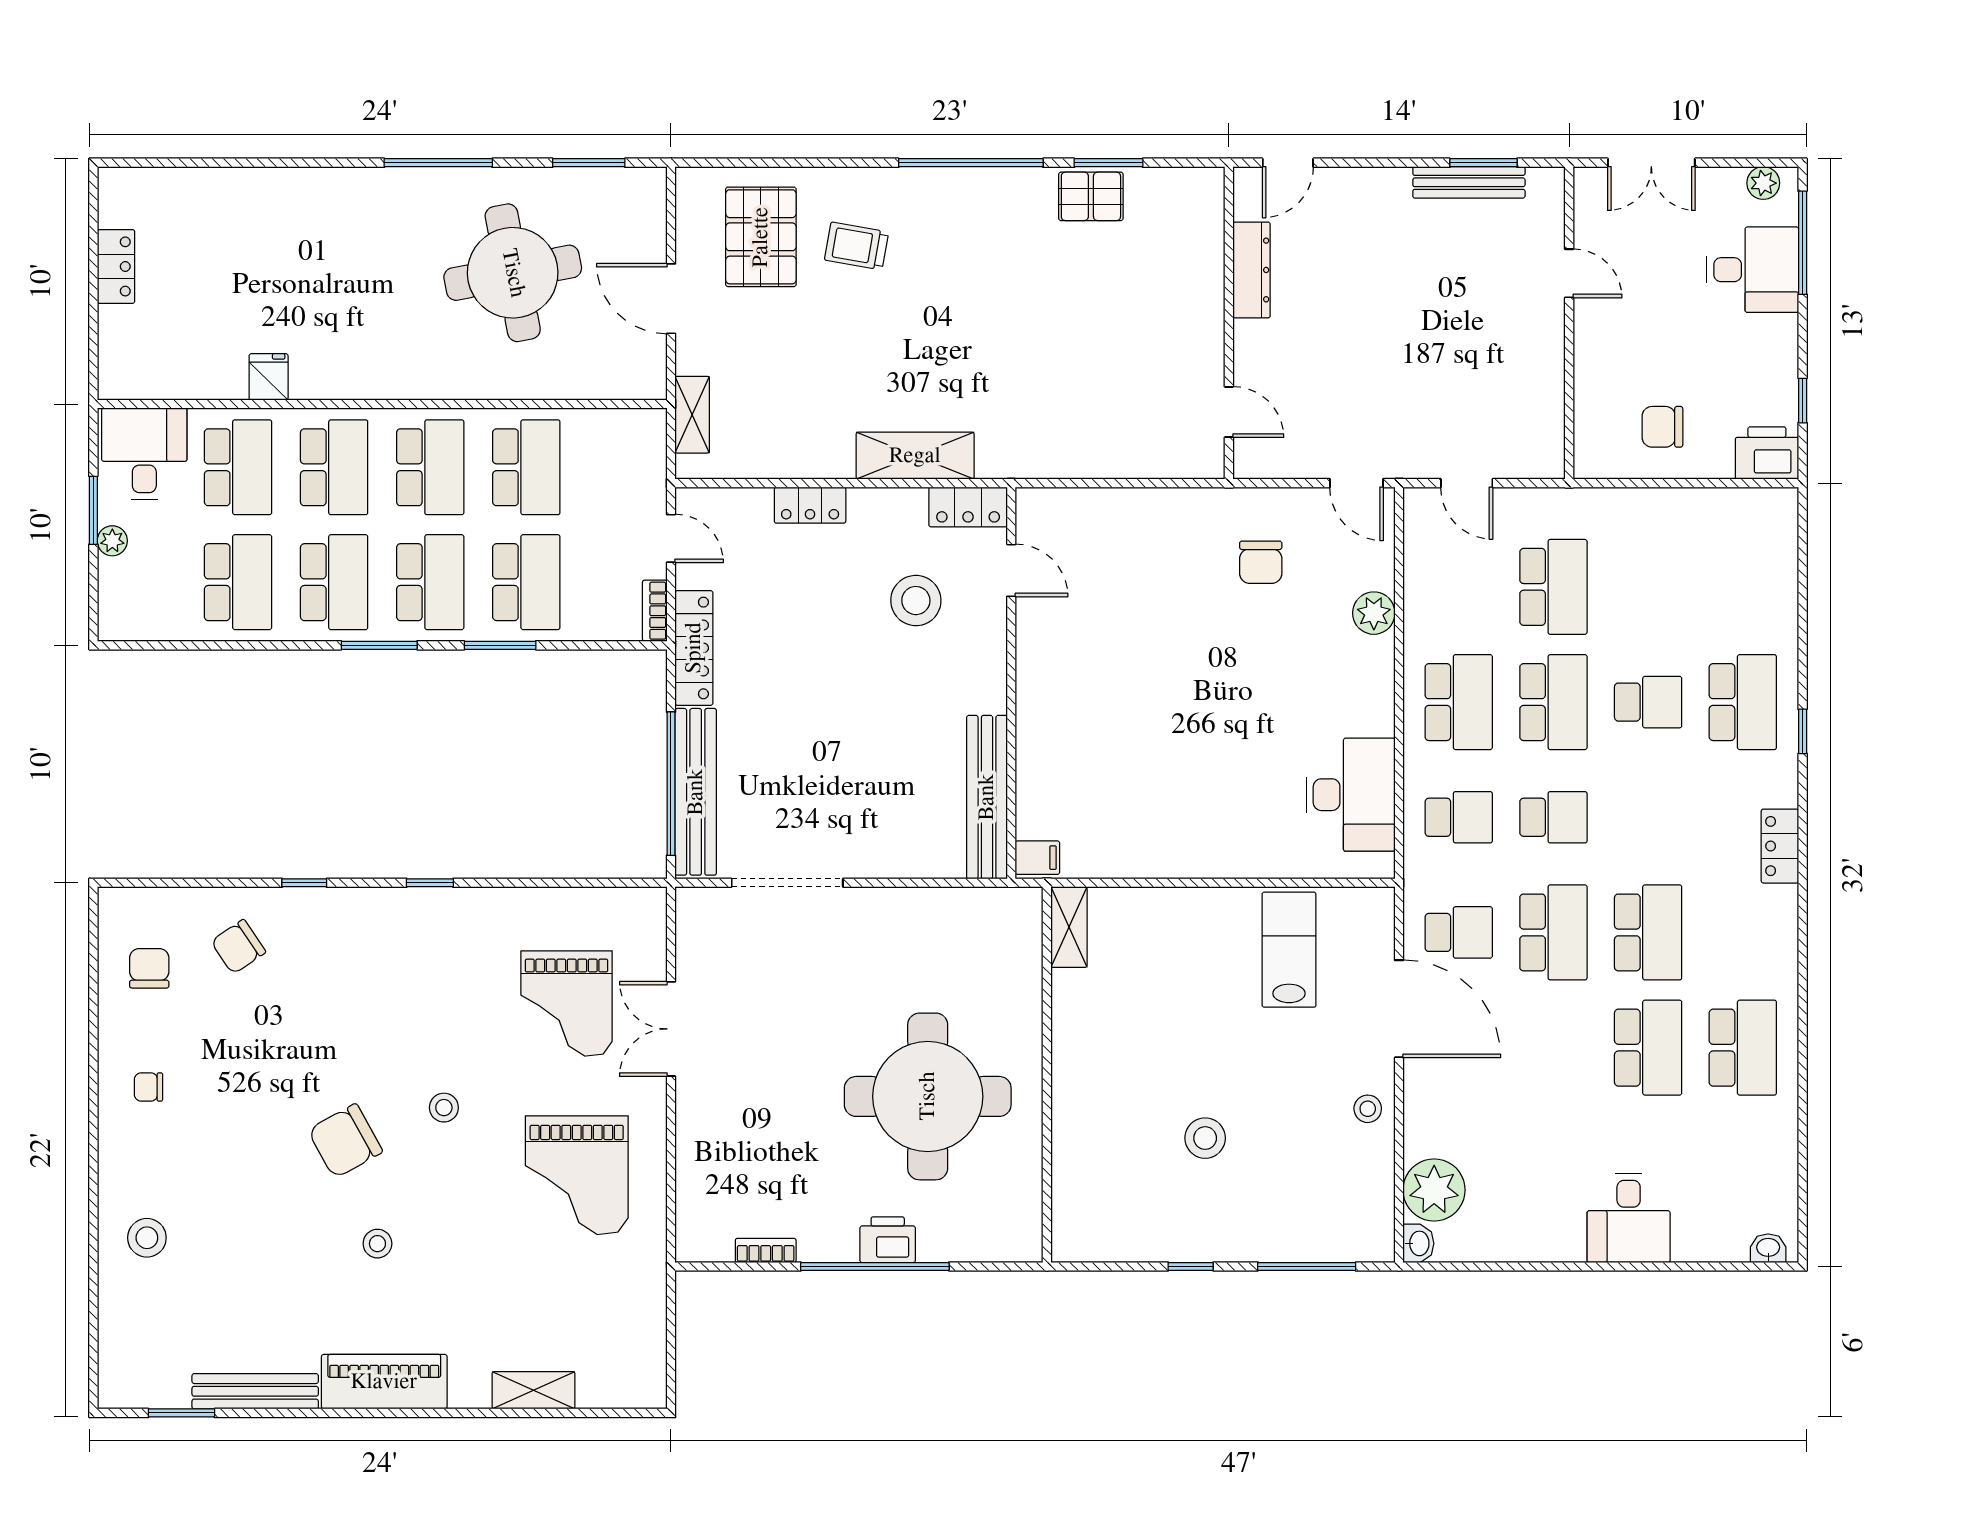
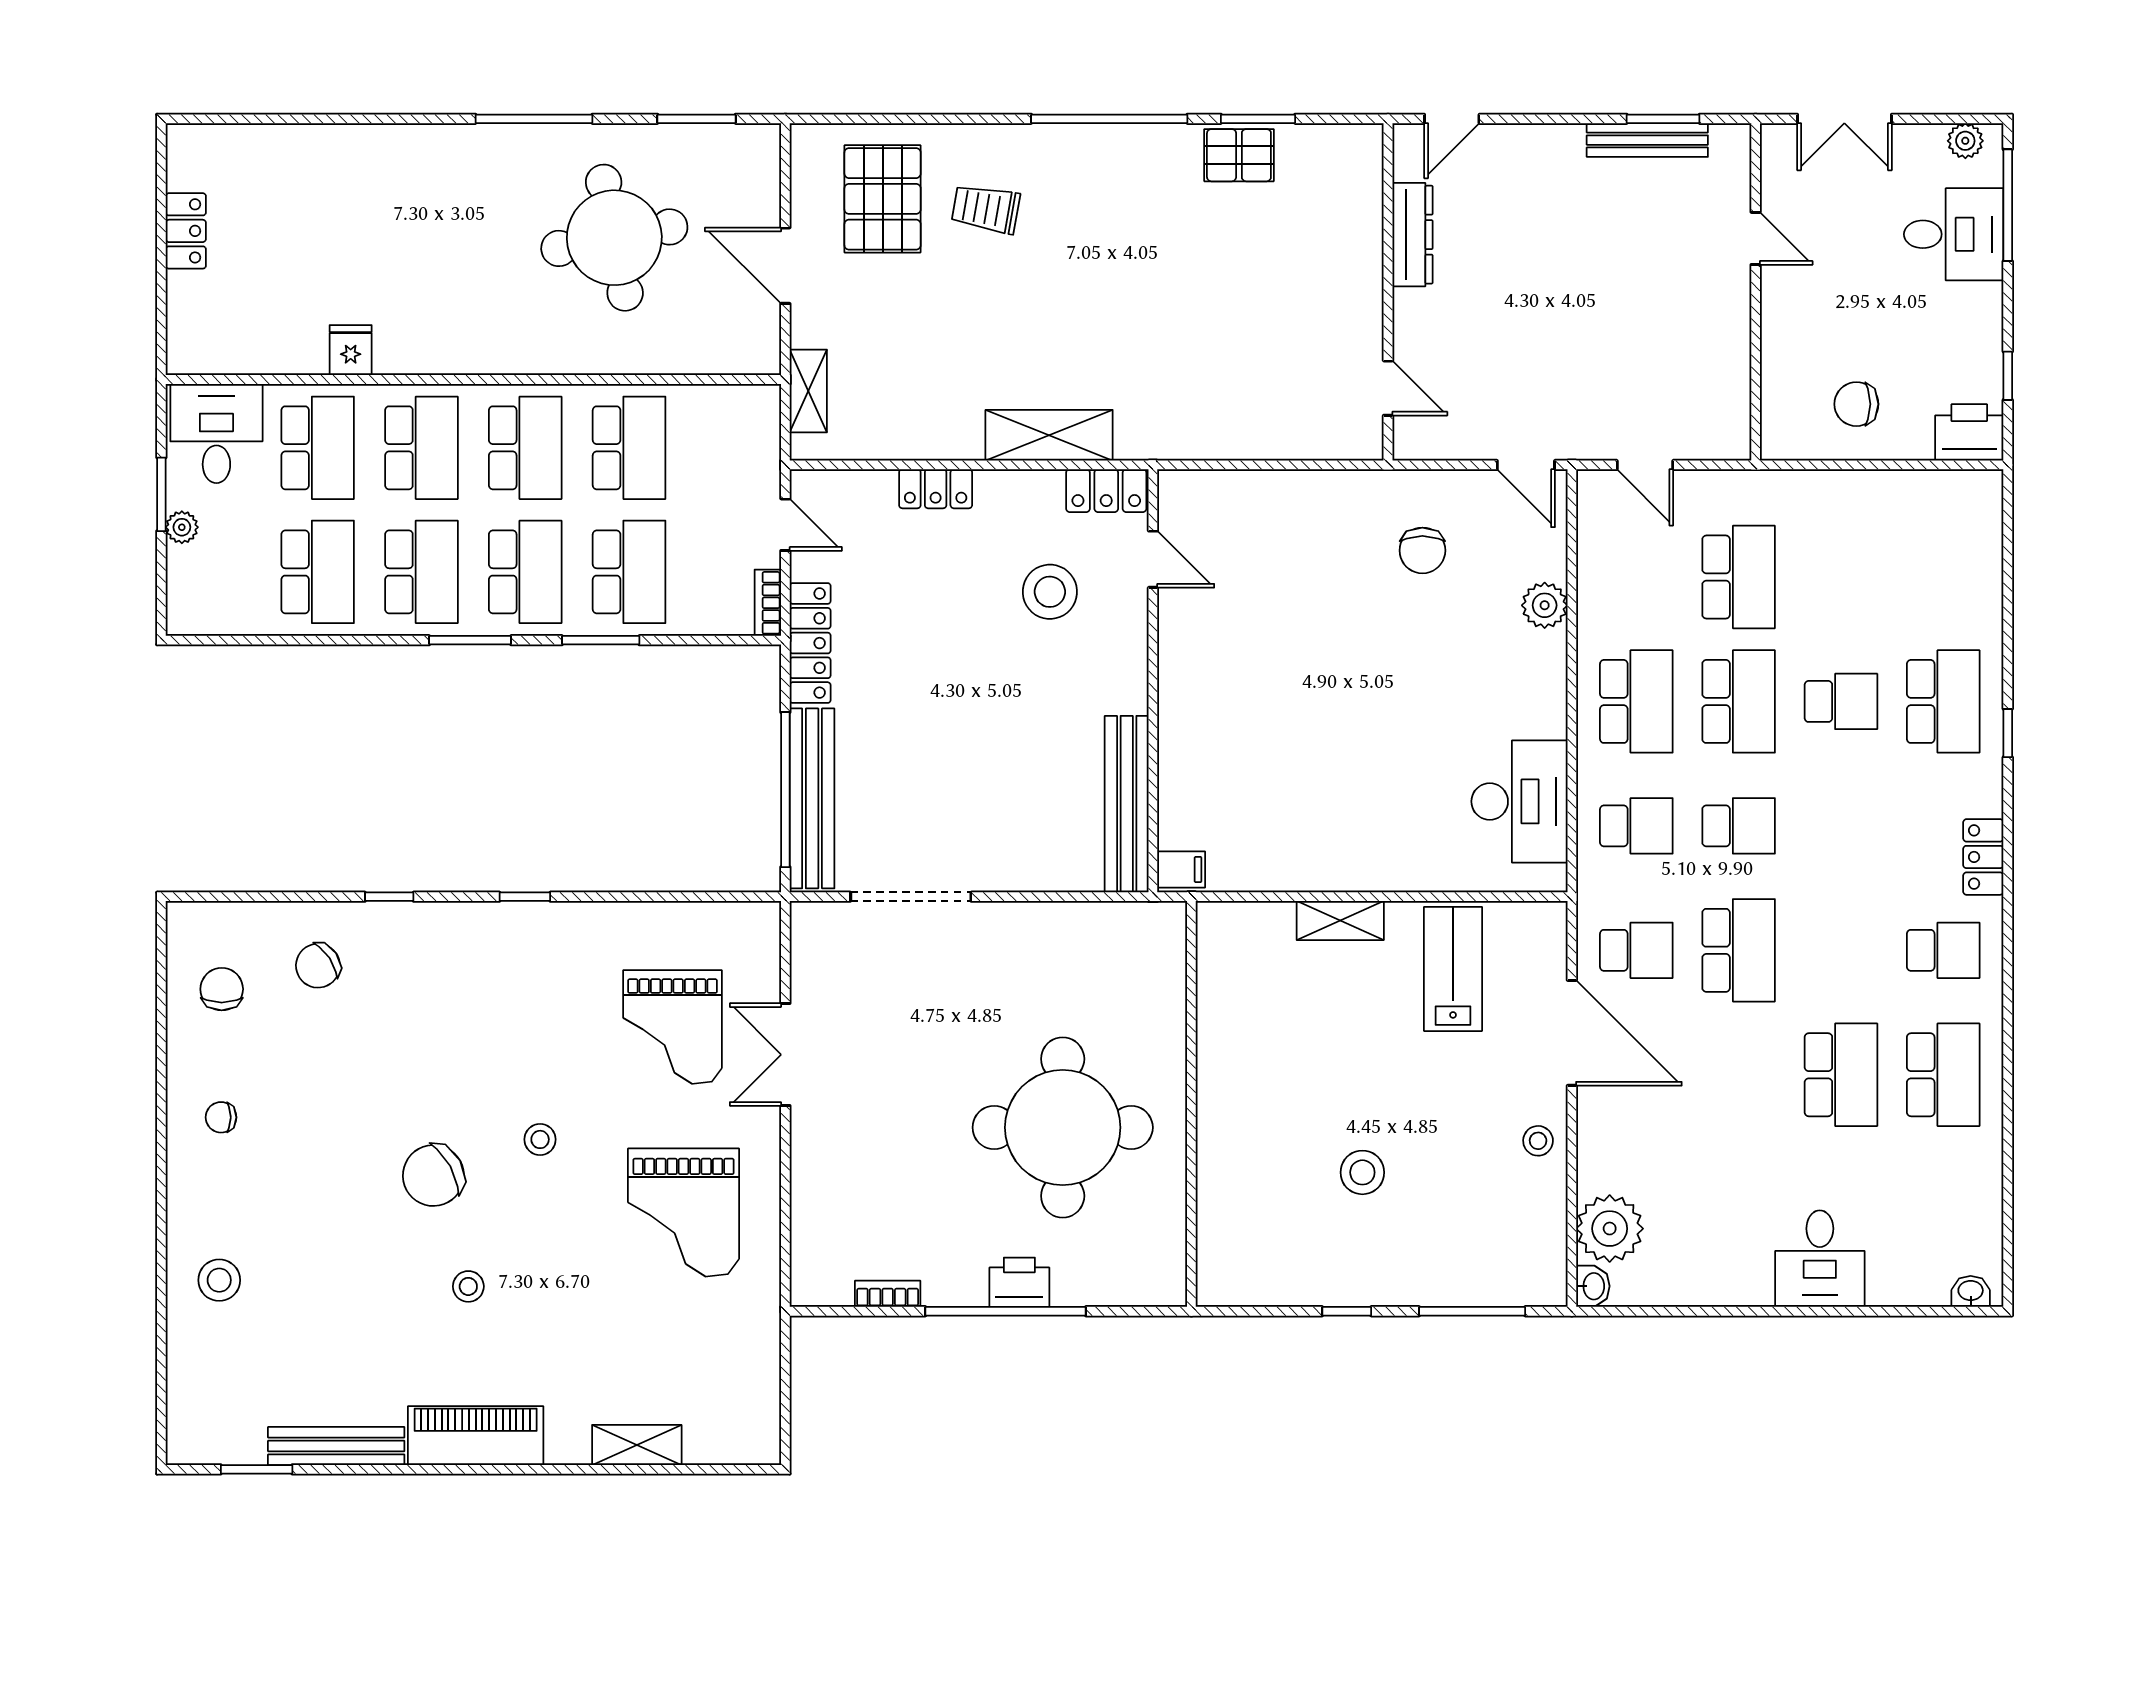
shelving: (1069, 927) -> (1340, 921), moved, turned 90
school desk: (1648, 932) -> (1943, 950), moved, width x0.54

